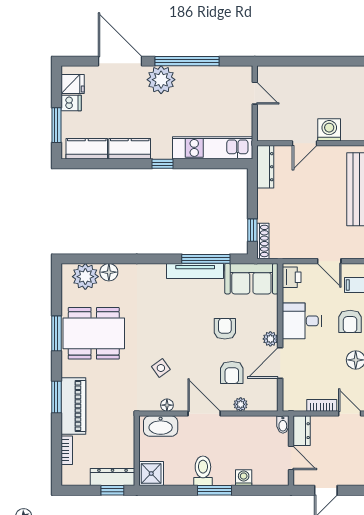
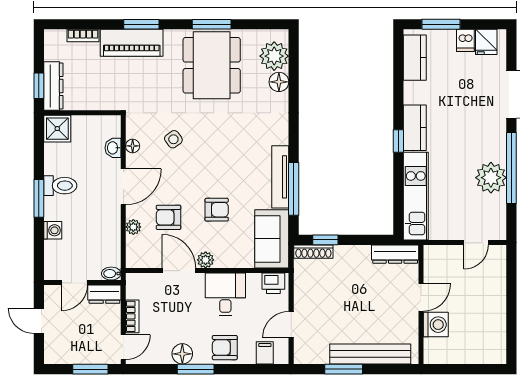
plant: (161, 80) -> (491, 178), moved
door: (305, 143) -> (421, 297), swing flipped
kitchen counter: (130, 149) -> (415, 128), moved
washbasin: (161, 426) -> (113, 148), width x0.52, depth x0.69

